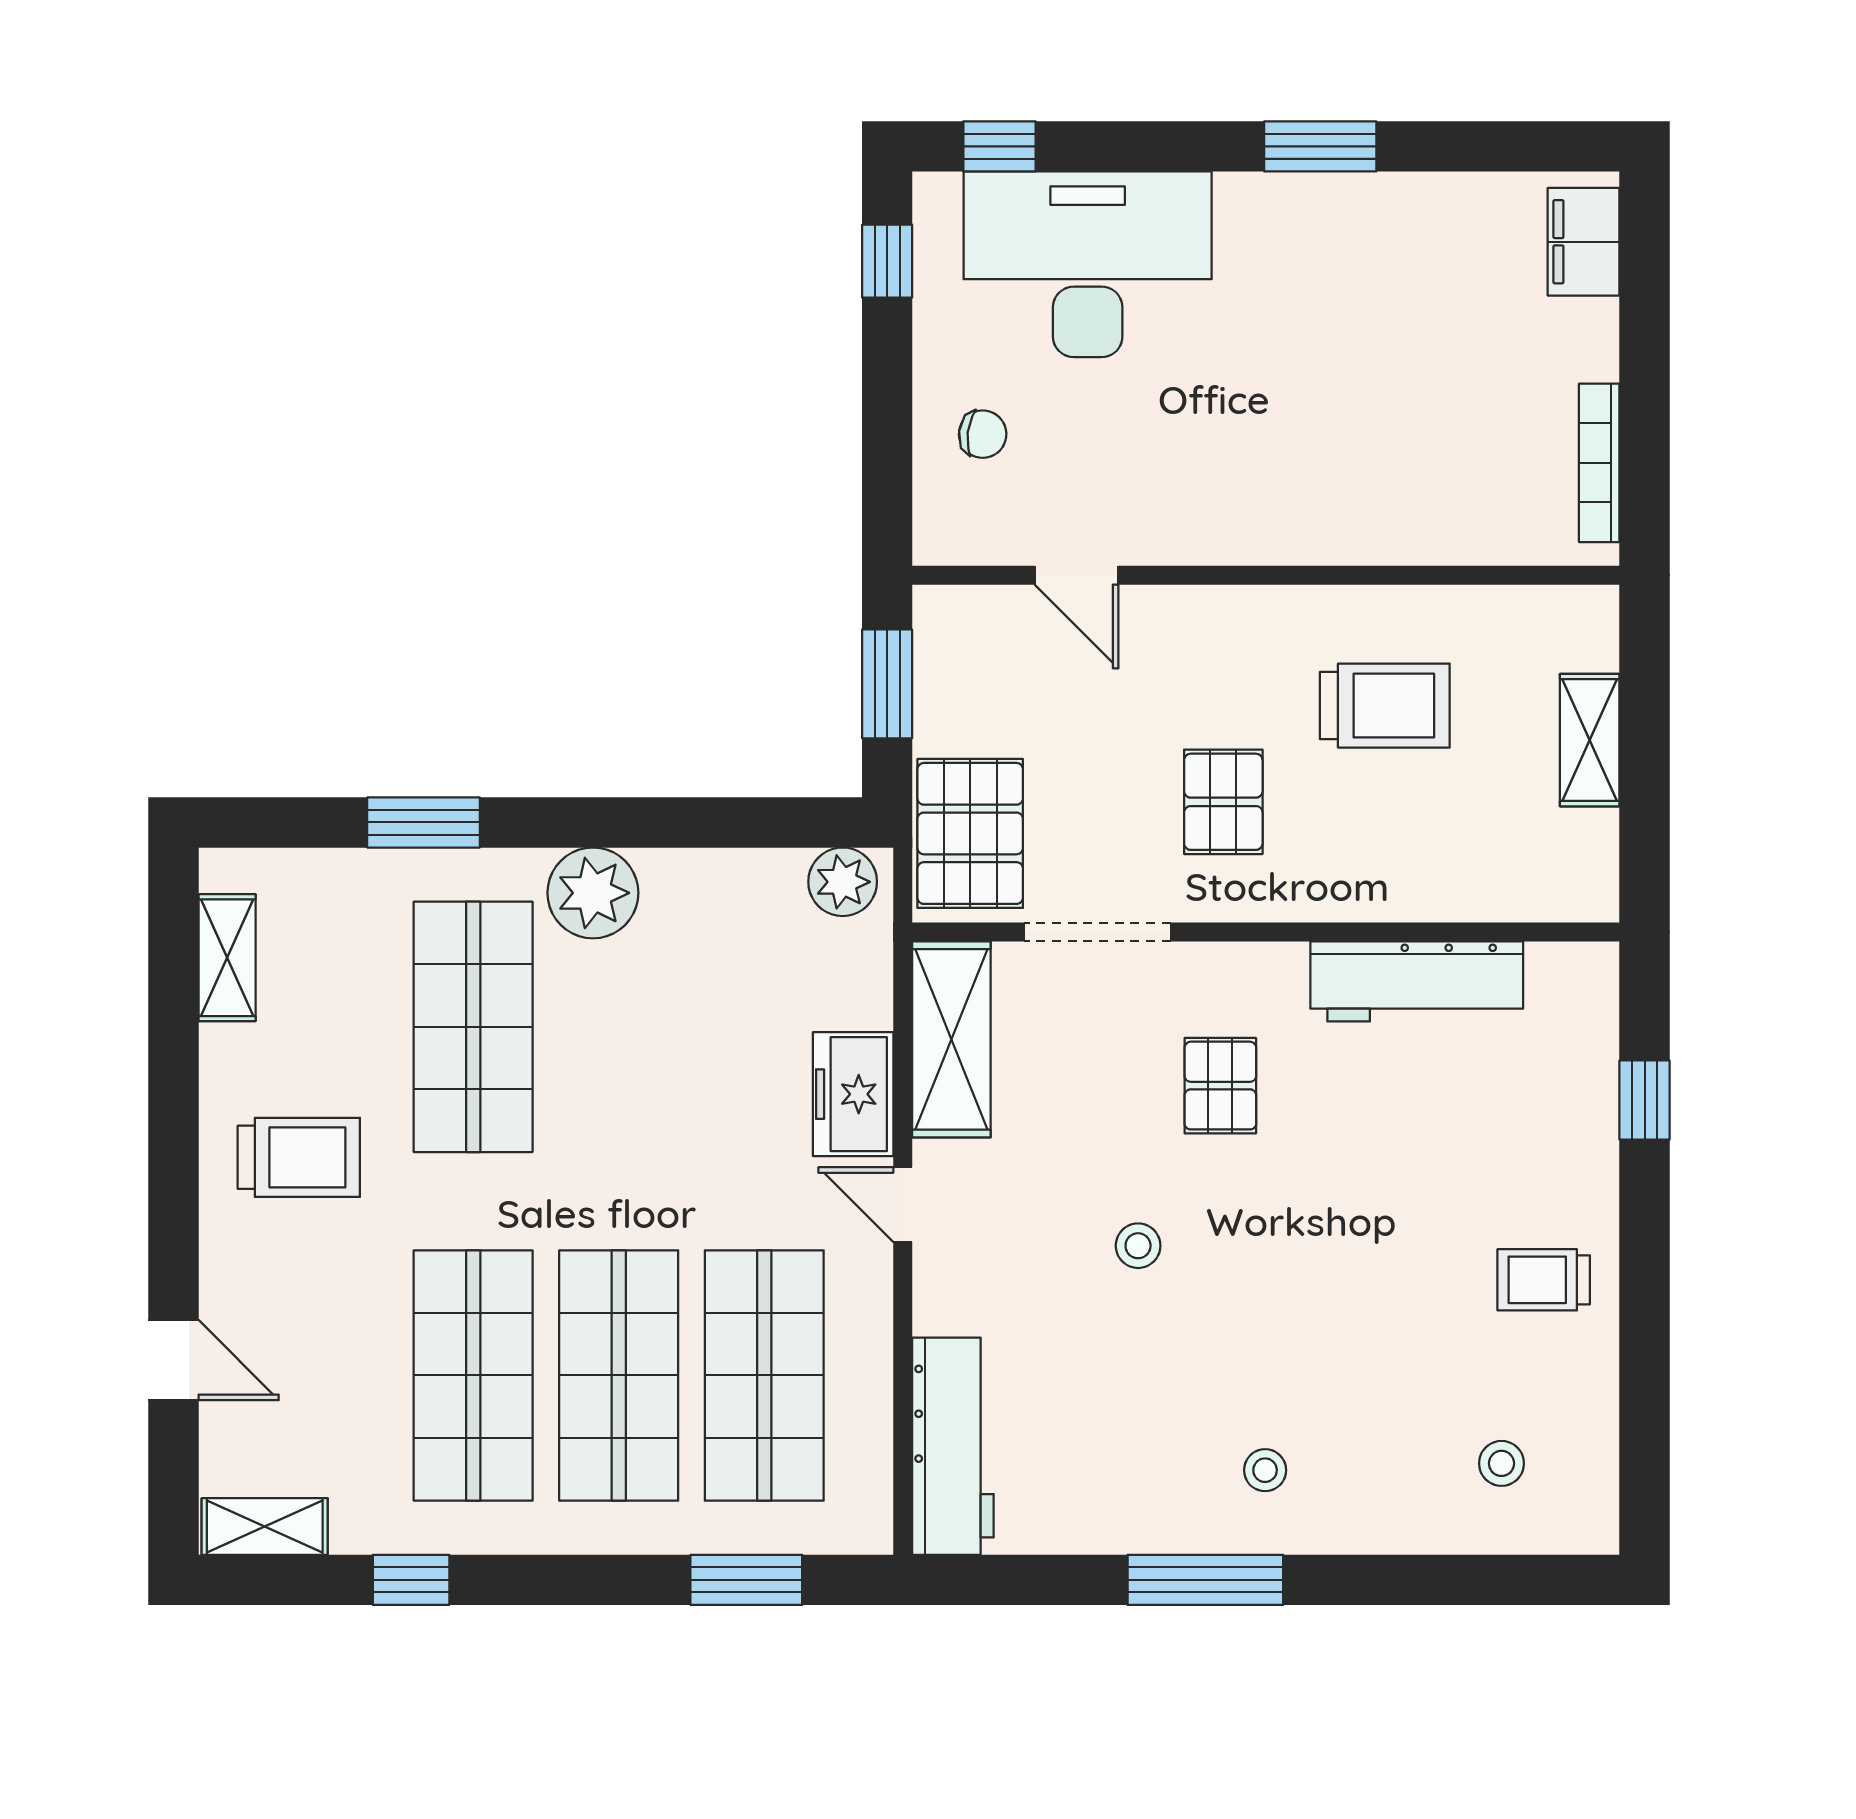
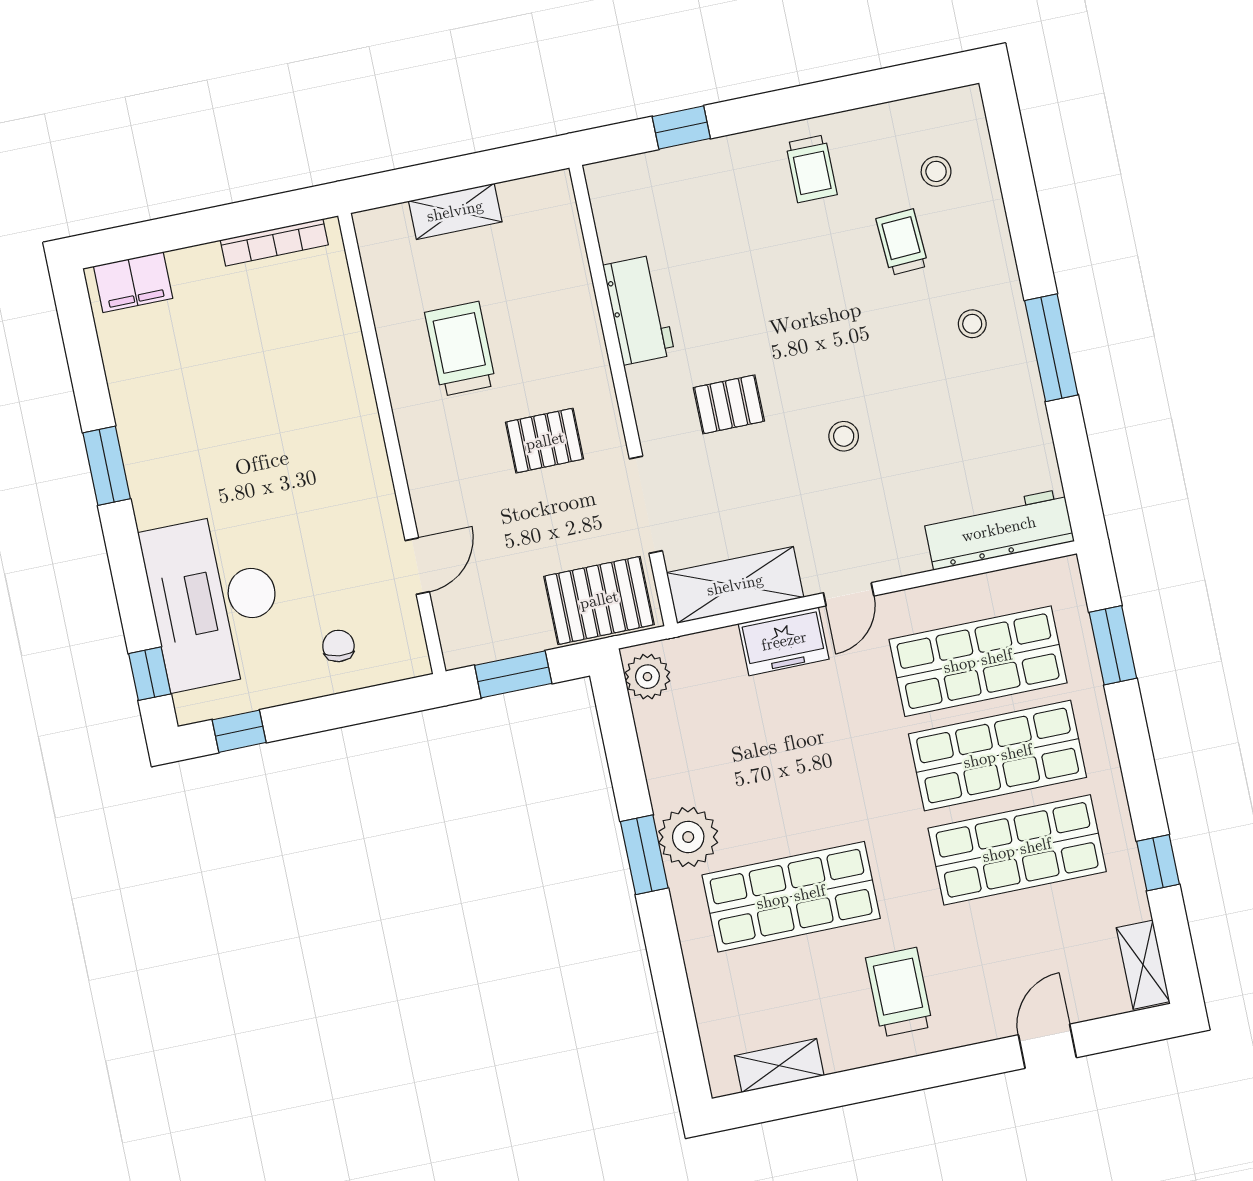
window: (424, 822) -> (644, 855), moved
workbench: (1417, 981) -> (639, 310), width x0.73
trolley: (1407, 1391) -> (902, 242), added

